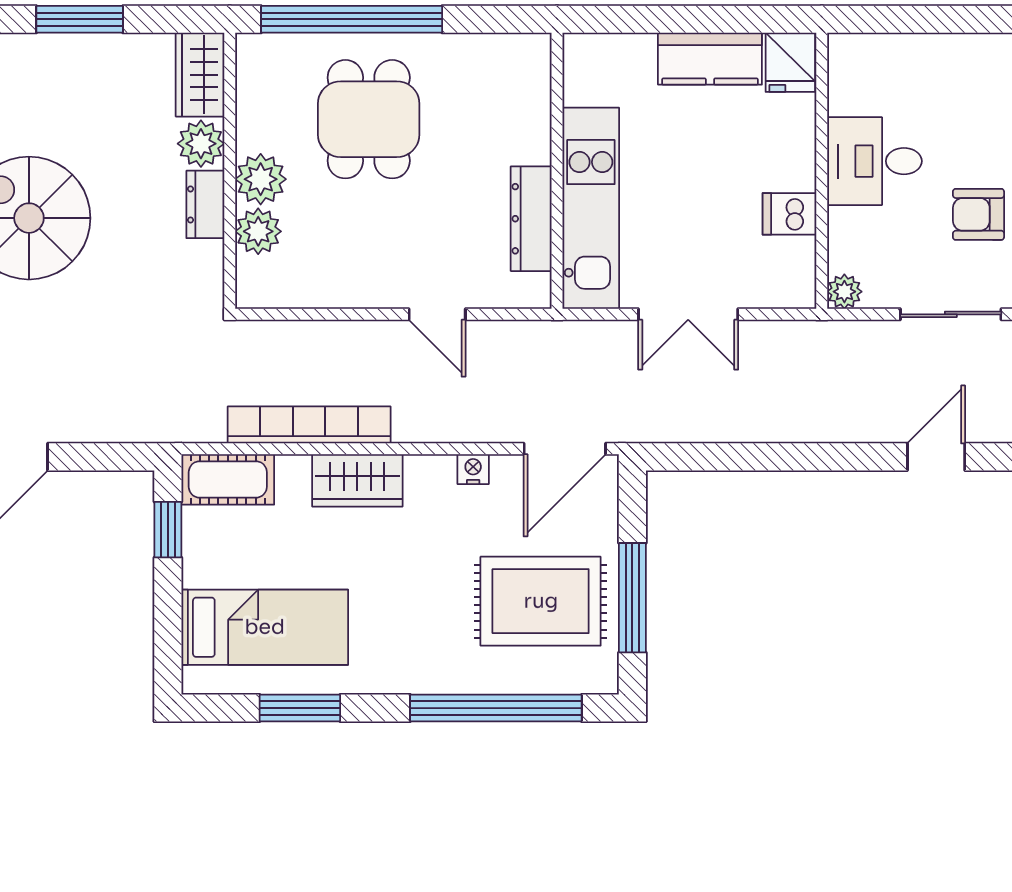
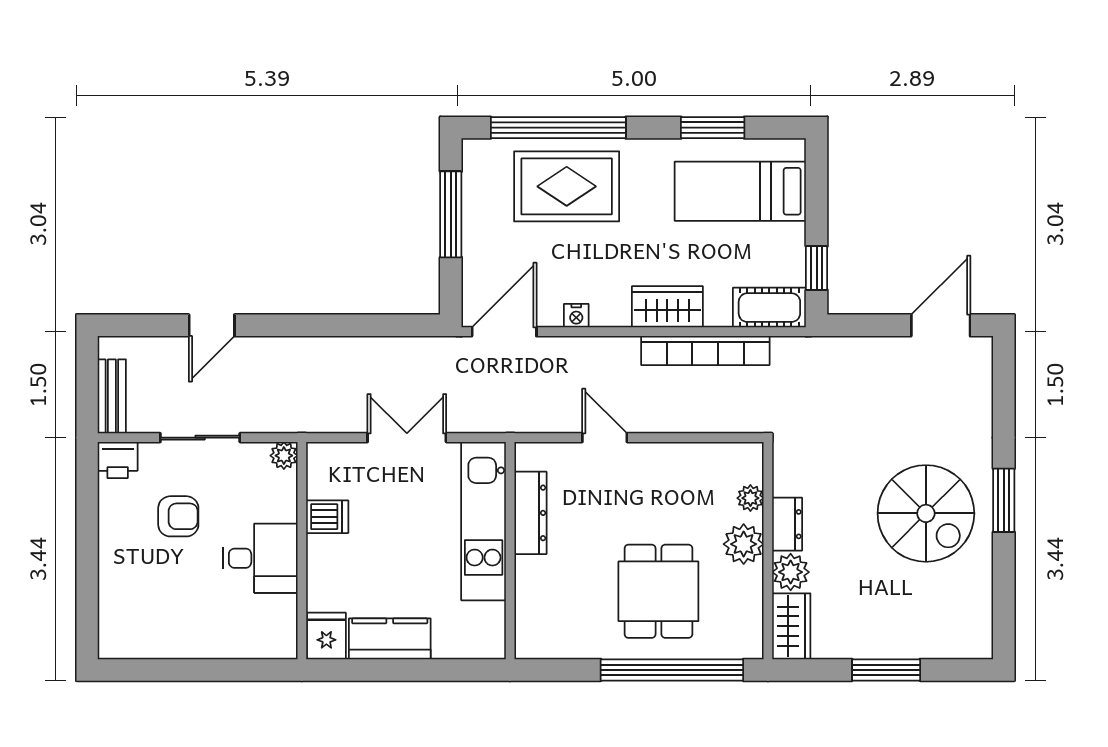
plant: (258, 231) -> (750, 498), width x0.73, depth x0.73
rug: (541, 601) -> (567, 186), moved

